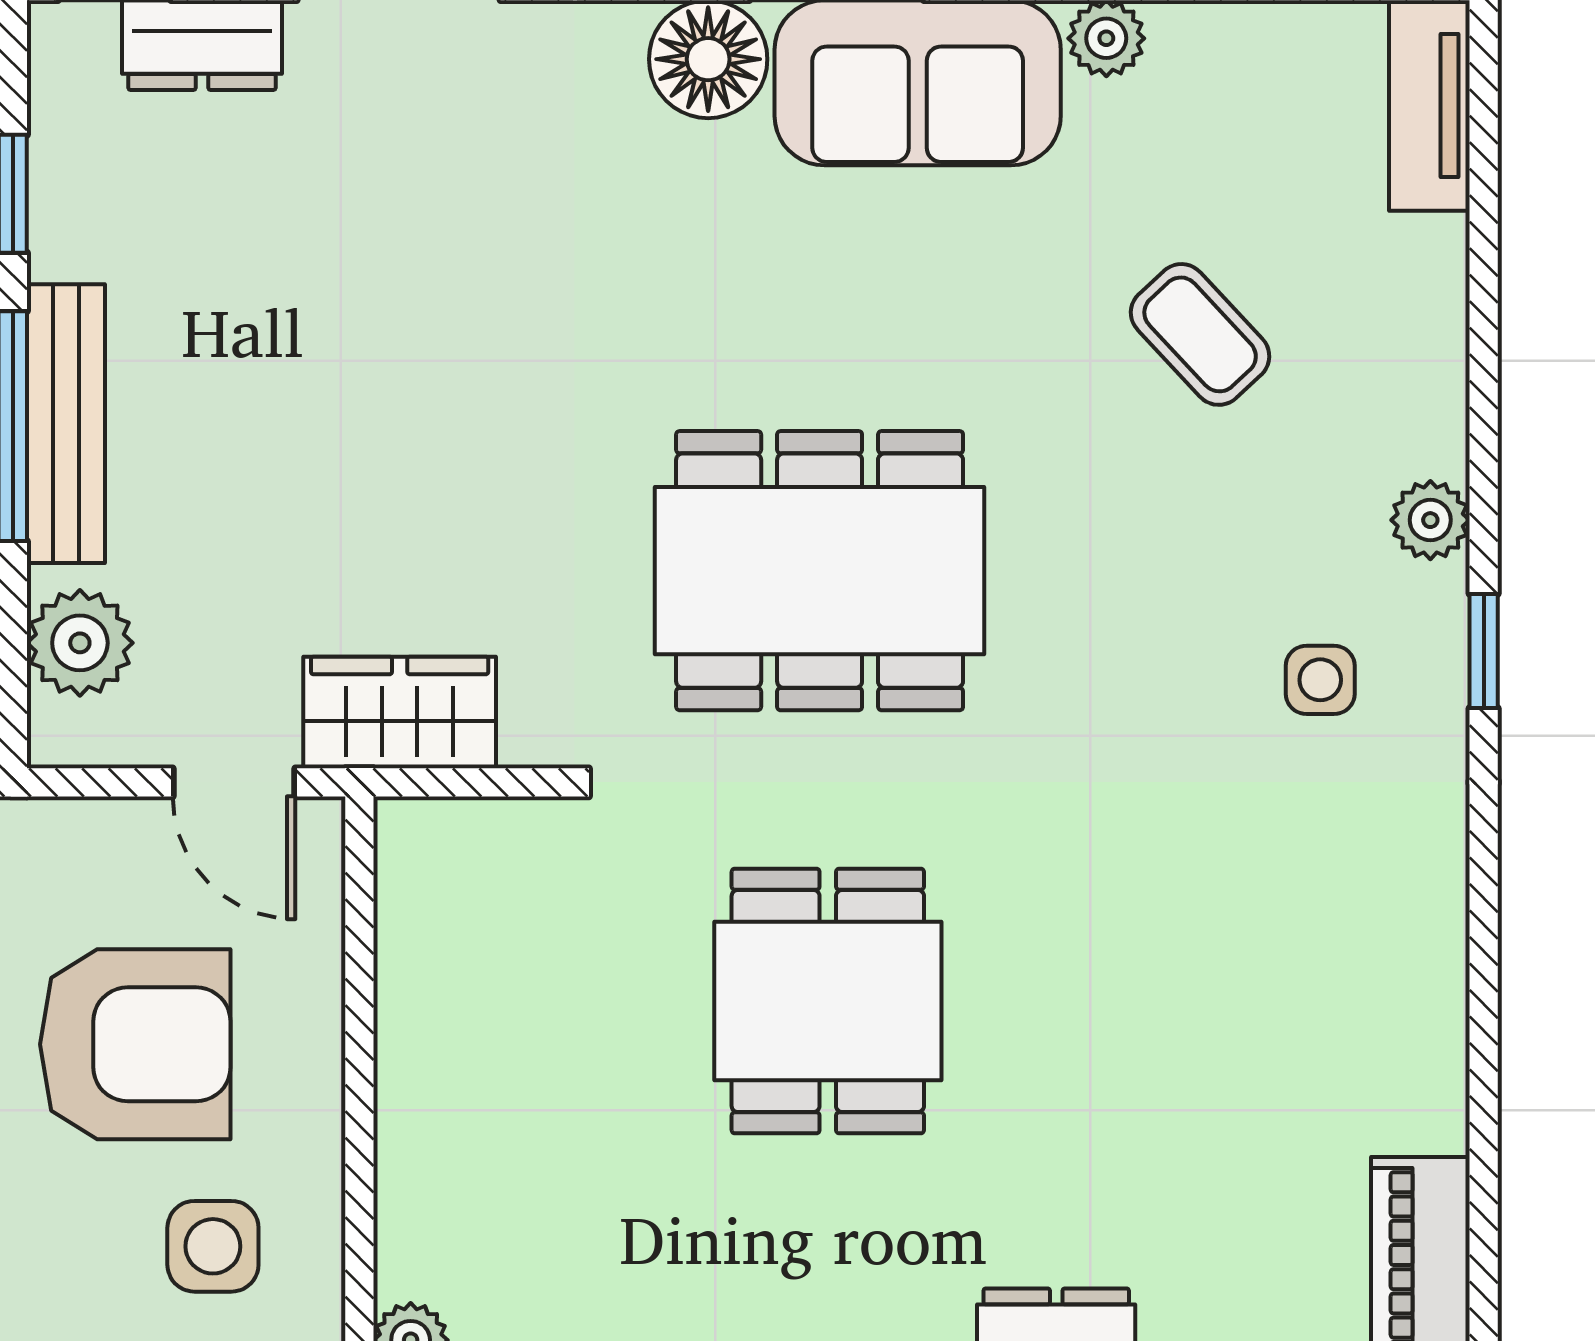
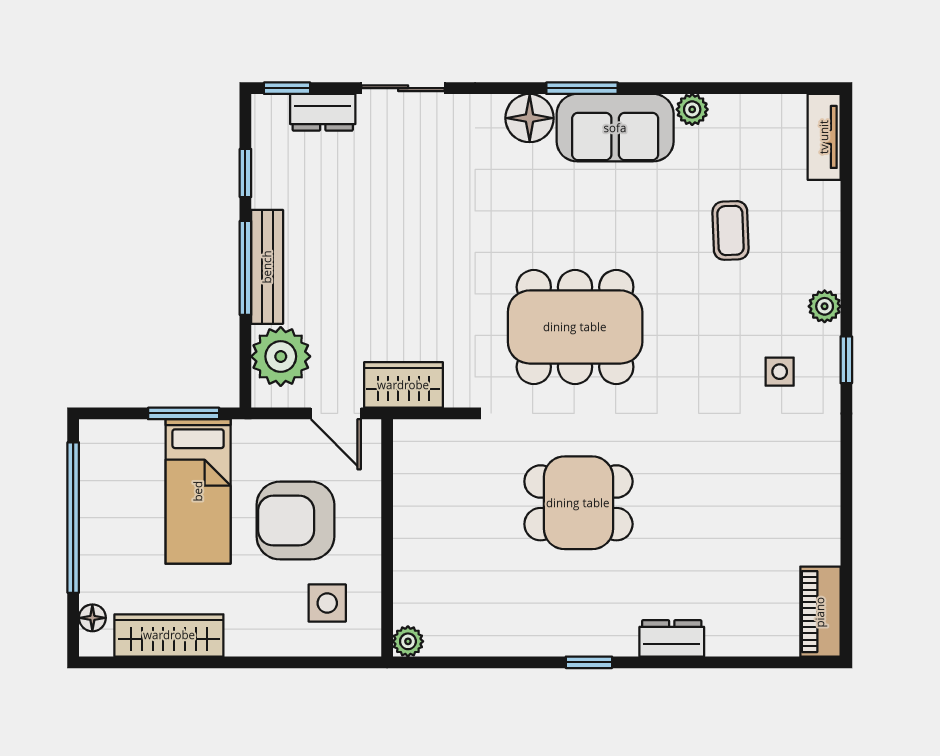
coffee table: (1200, 334) -> (731, 230), turned 41
plant: (80, 643) -> (281, 356), width x1.36, depth x1.36
dining table: (828, 1001) -> (578, 503), turned 90
armchair: (135, 1044) -> (295, 521), turned 180

